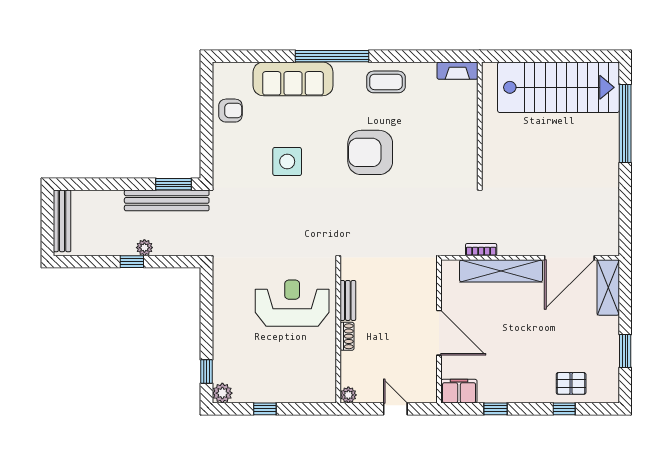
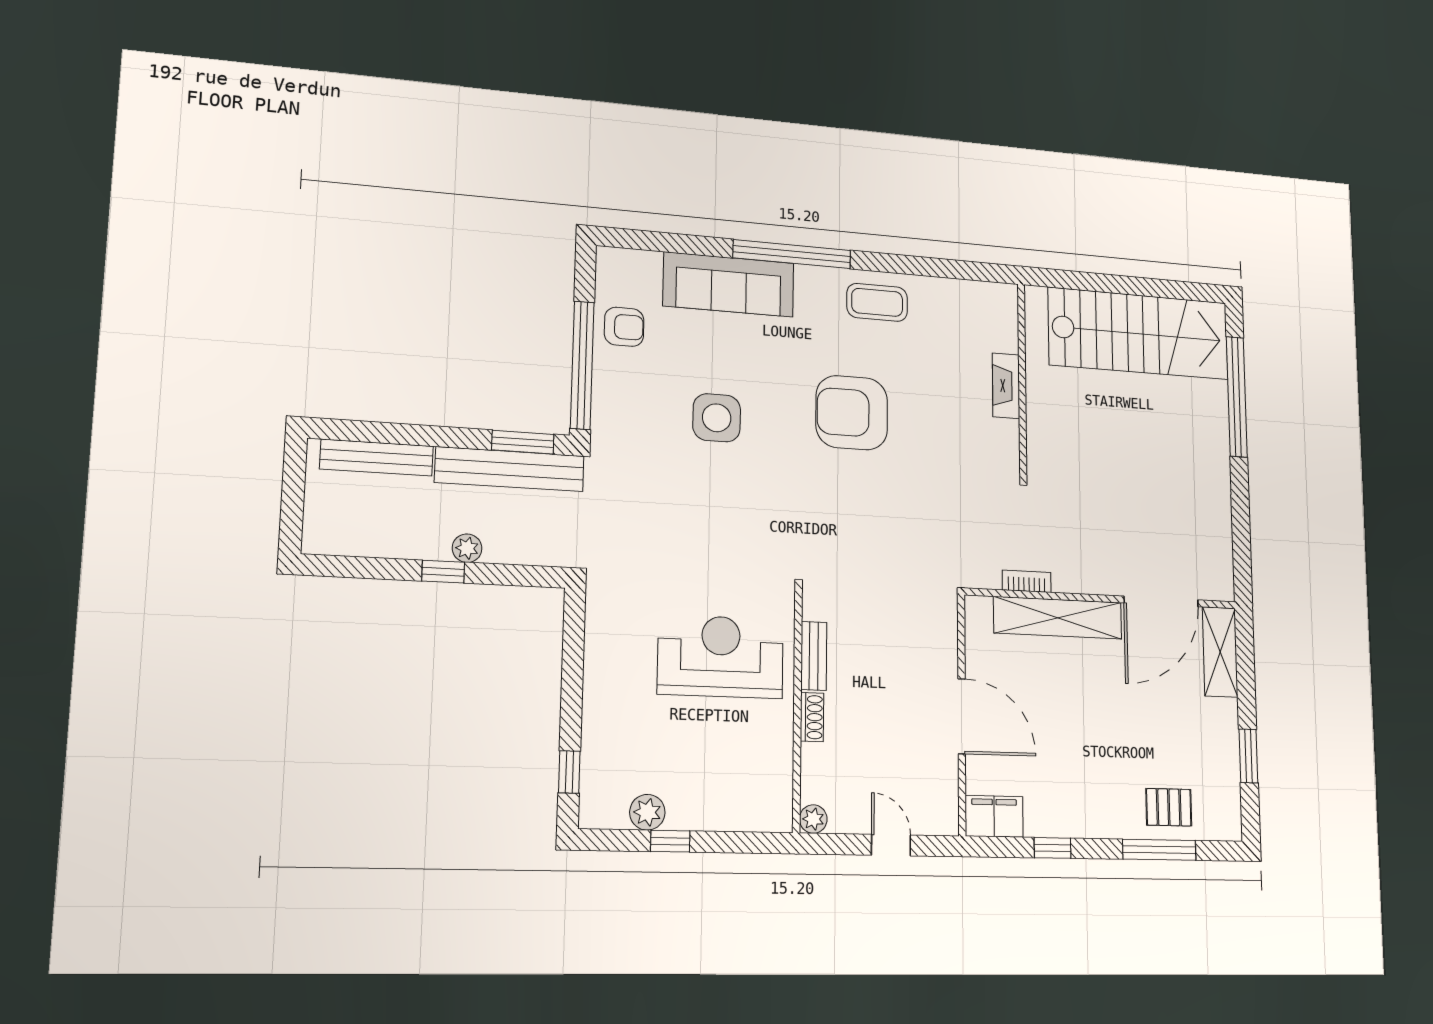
fireplace: (457, 71) -> (1006, 386), moved, turned 90
window: (206, 136) -> (582, 365), added
bench: (62, 221) -> (377, 458), moved, turned 90
plant: (222, 393) -> (647, 812), moved
window: (564, 409) -> (1159, 850), width x2.17

